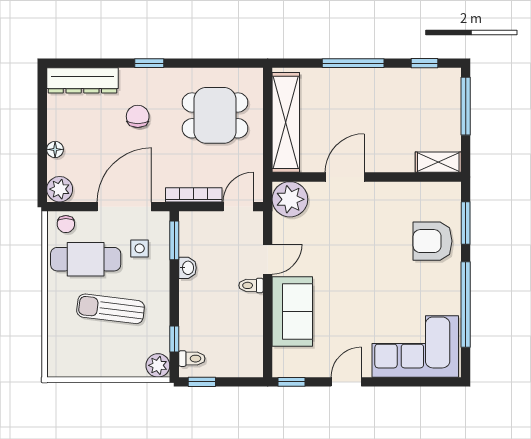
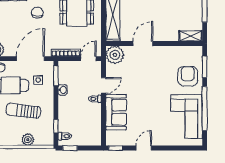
armchair: (433, 241) -> (188, 76), turned 90
corner sofa: (415, 346) -> (187, 117), moved, turned -90
plant: (158, 365) -> (28, 140), moved

